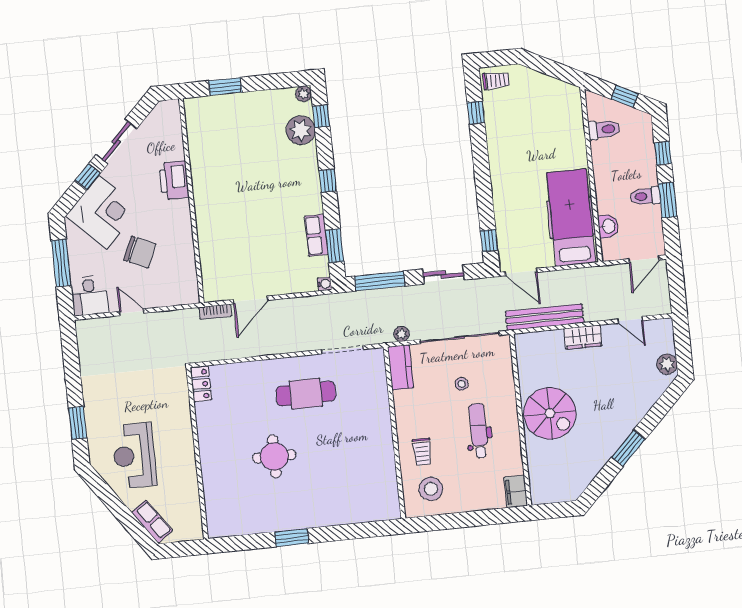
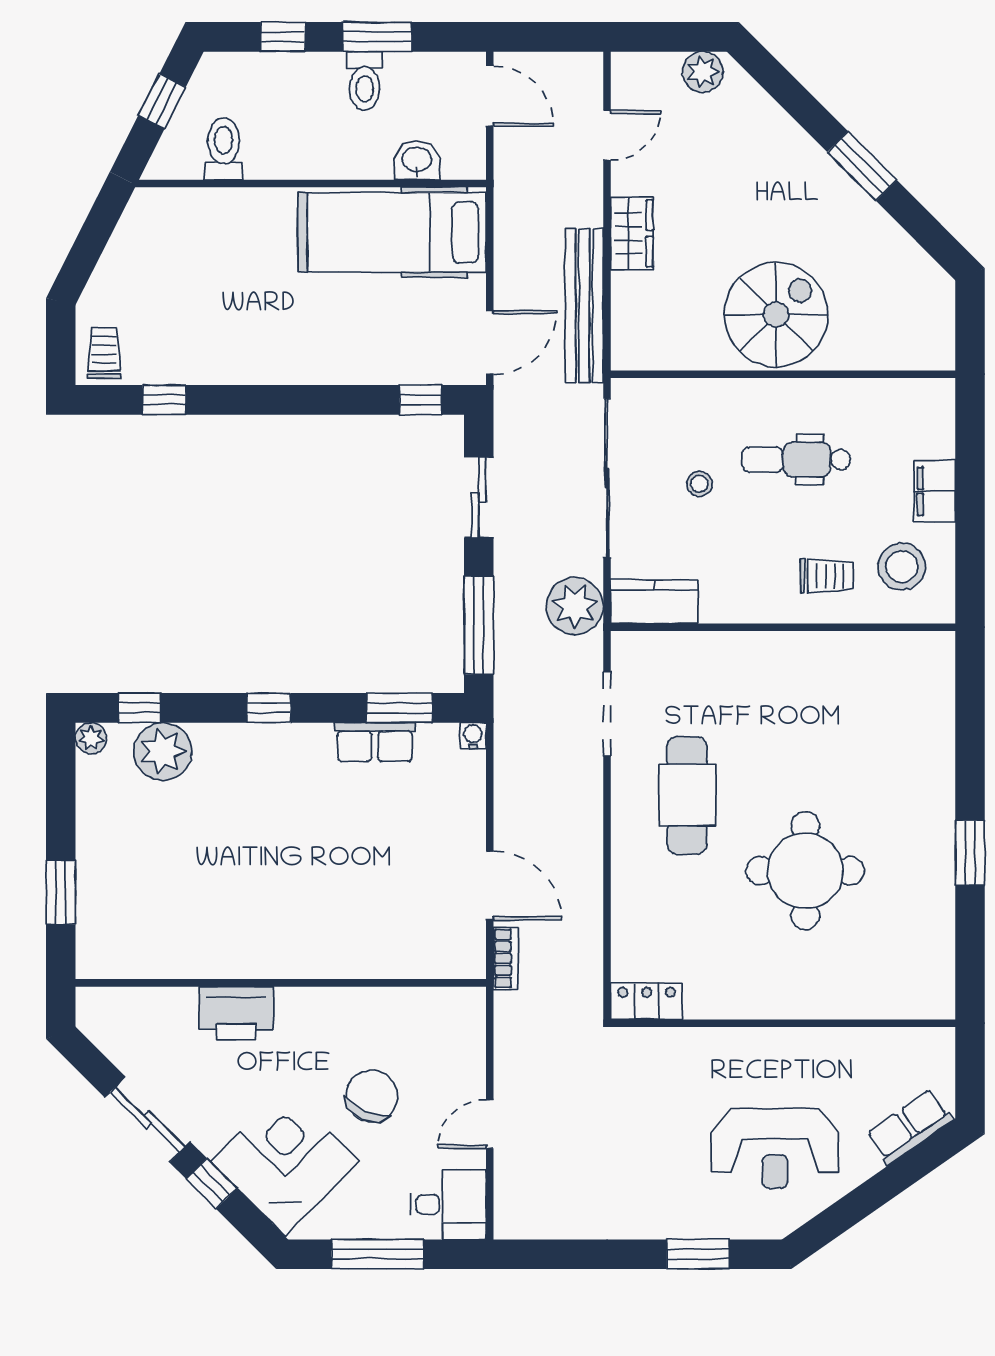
plant: (402, 334) -> (575, 606), width x1.88, depth x1.88
round table: (274, 456) -> (805, 871), width x1.36, depth x1.36
filing cabinet: (516, 491) -> (935, 491), moved, turned 90

